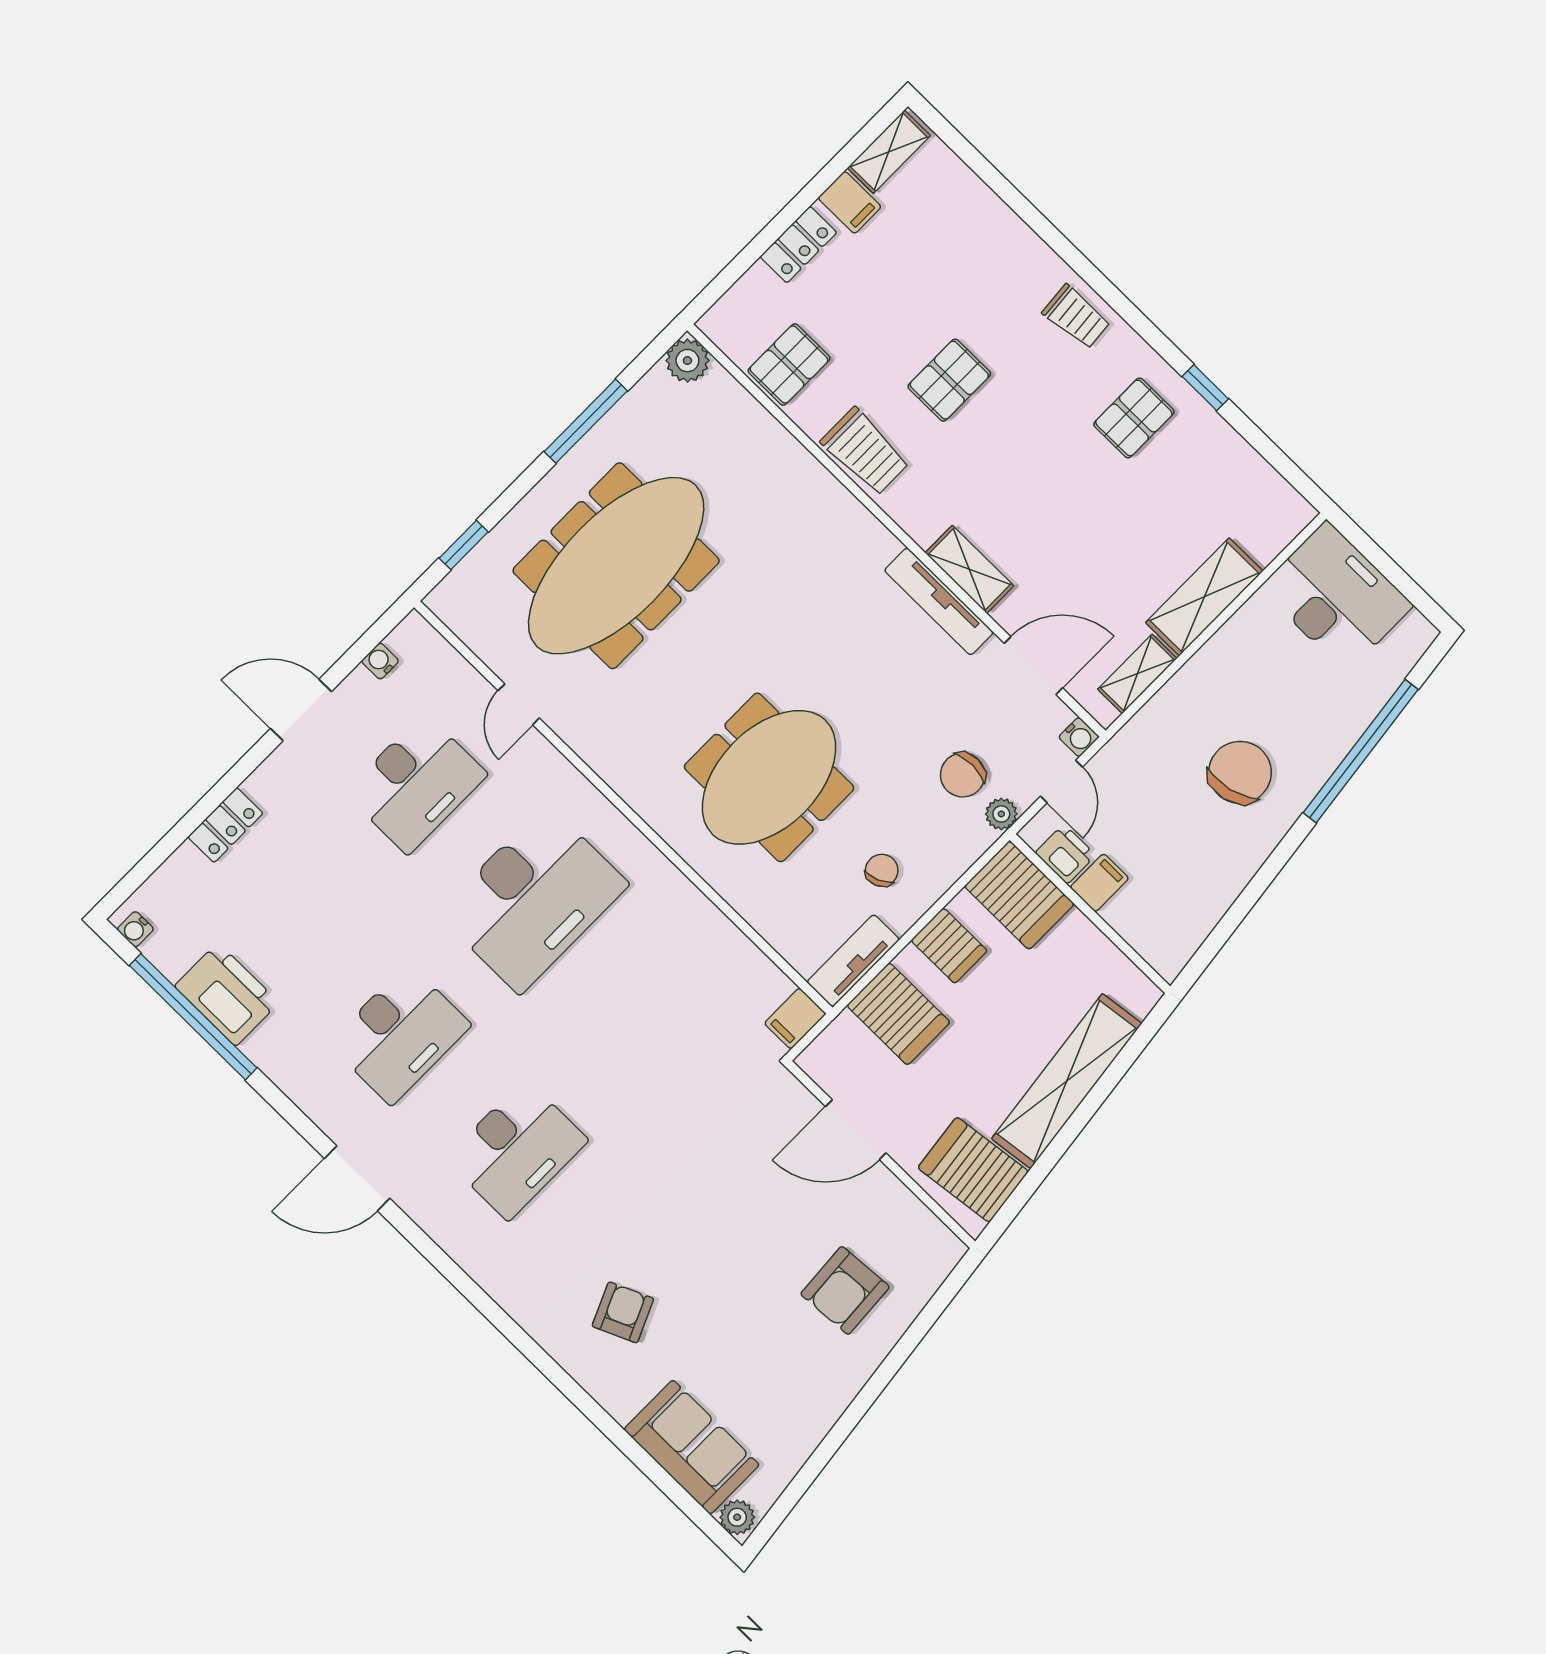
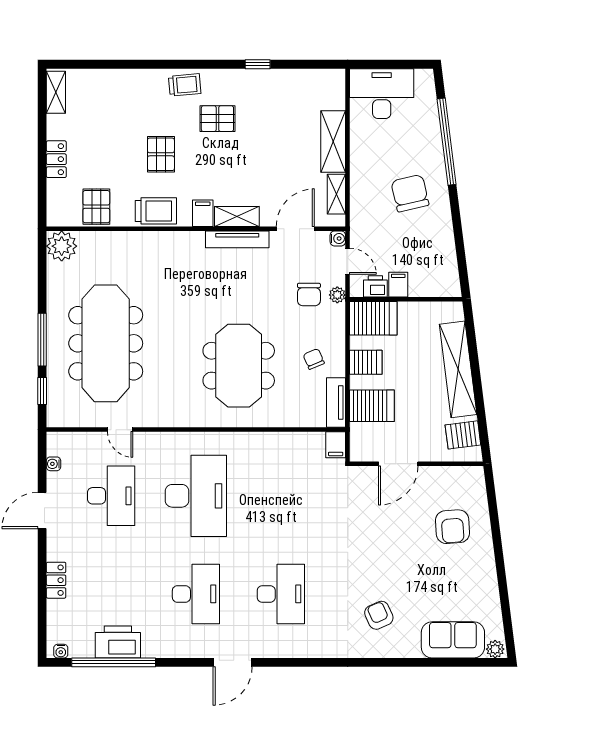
filing cabinet: (850, 202) -> (203, 213), moved, turned -90
plant: (687, 361) -> (62, 246), width x1.36, depth x1.36
pallet: (1134, 418) -> (217, 119), moved, turned 90
window: (586, 421) -> (42, 340), moved
server rack: (973, 1170) -> (463, 435), width x0.73, depth x0.70

